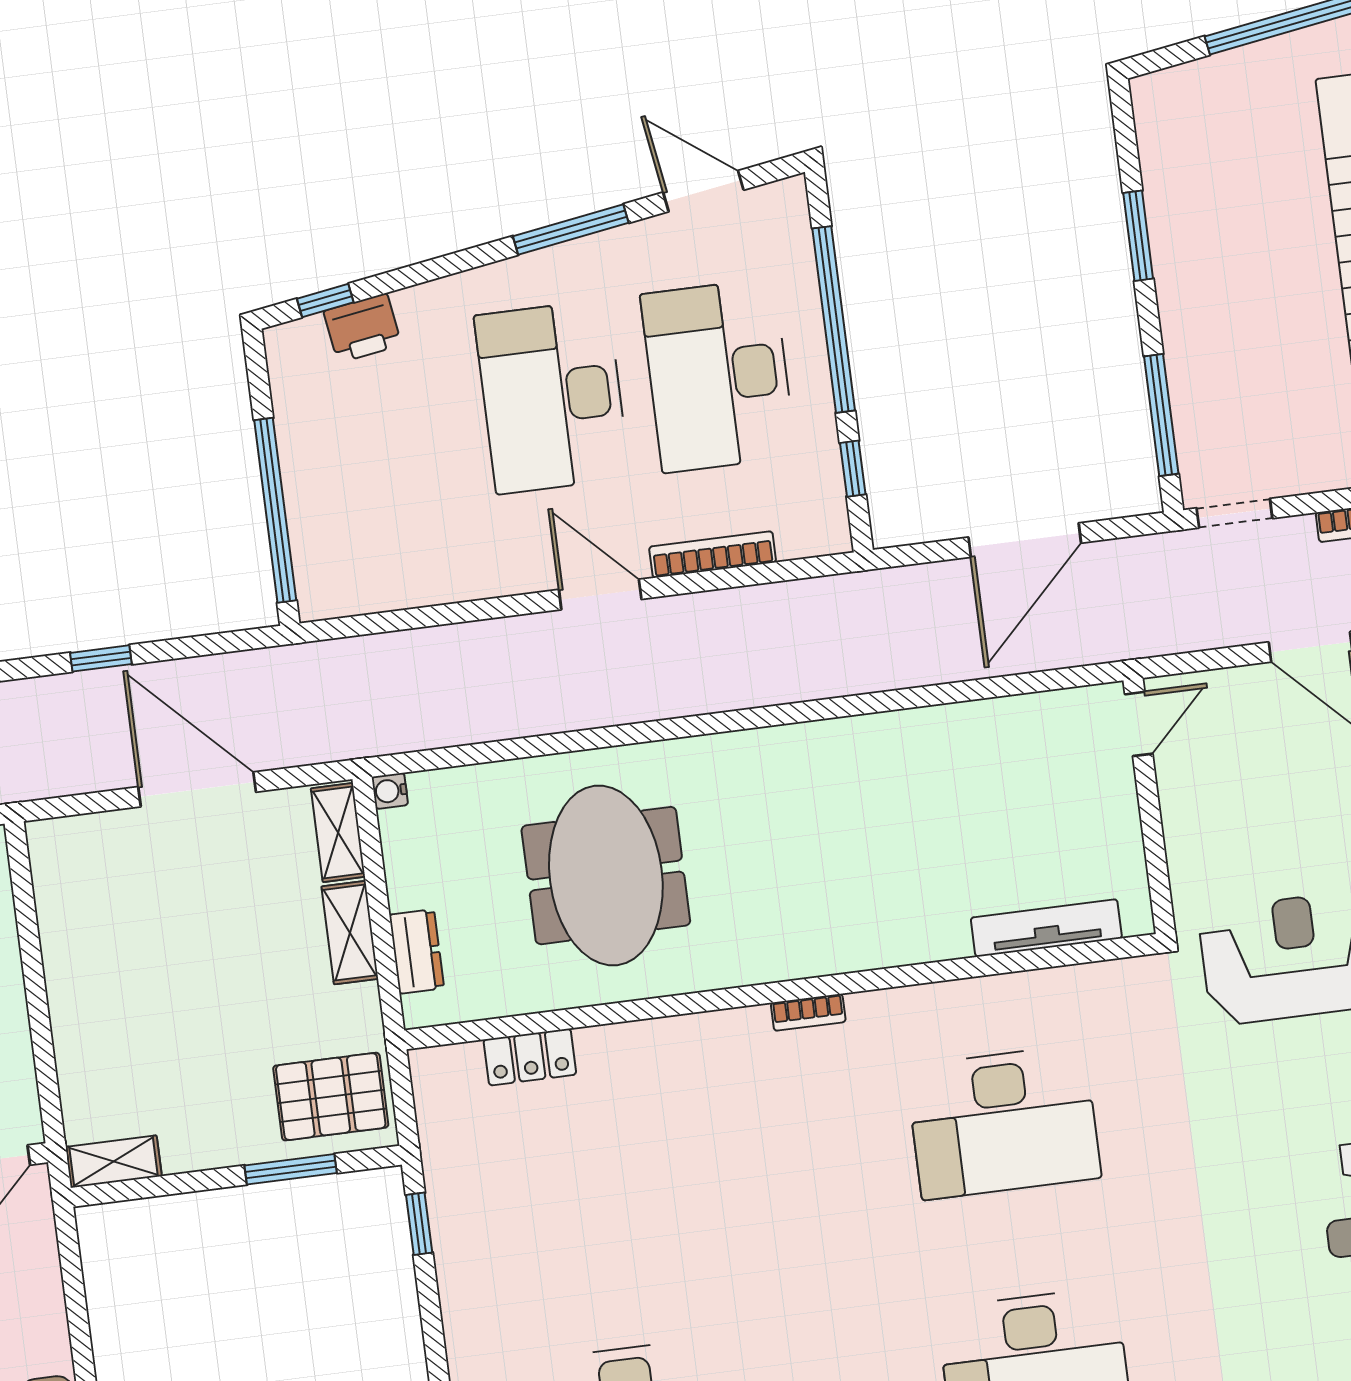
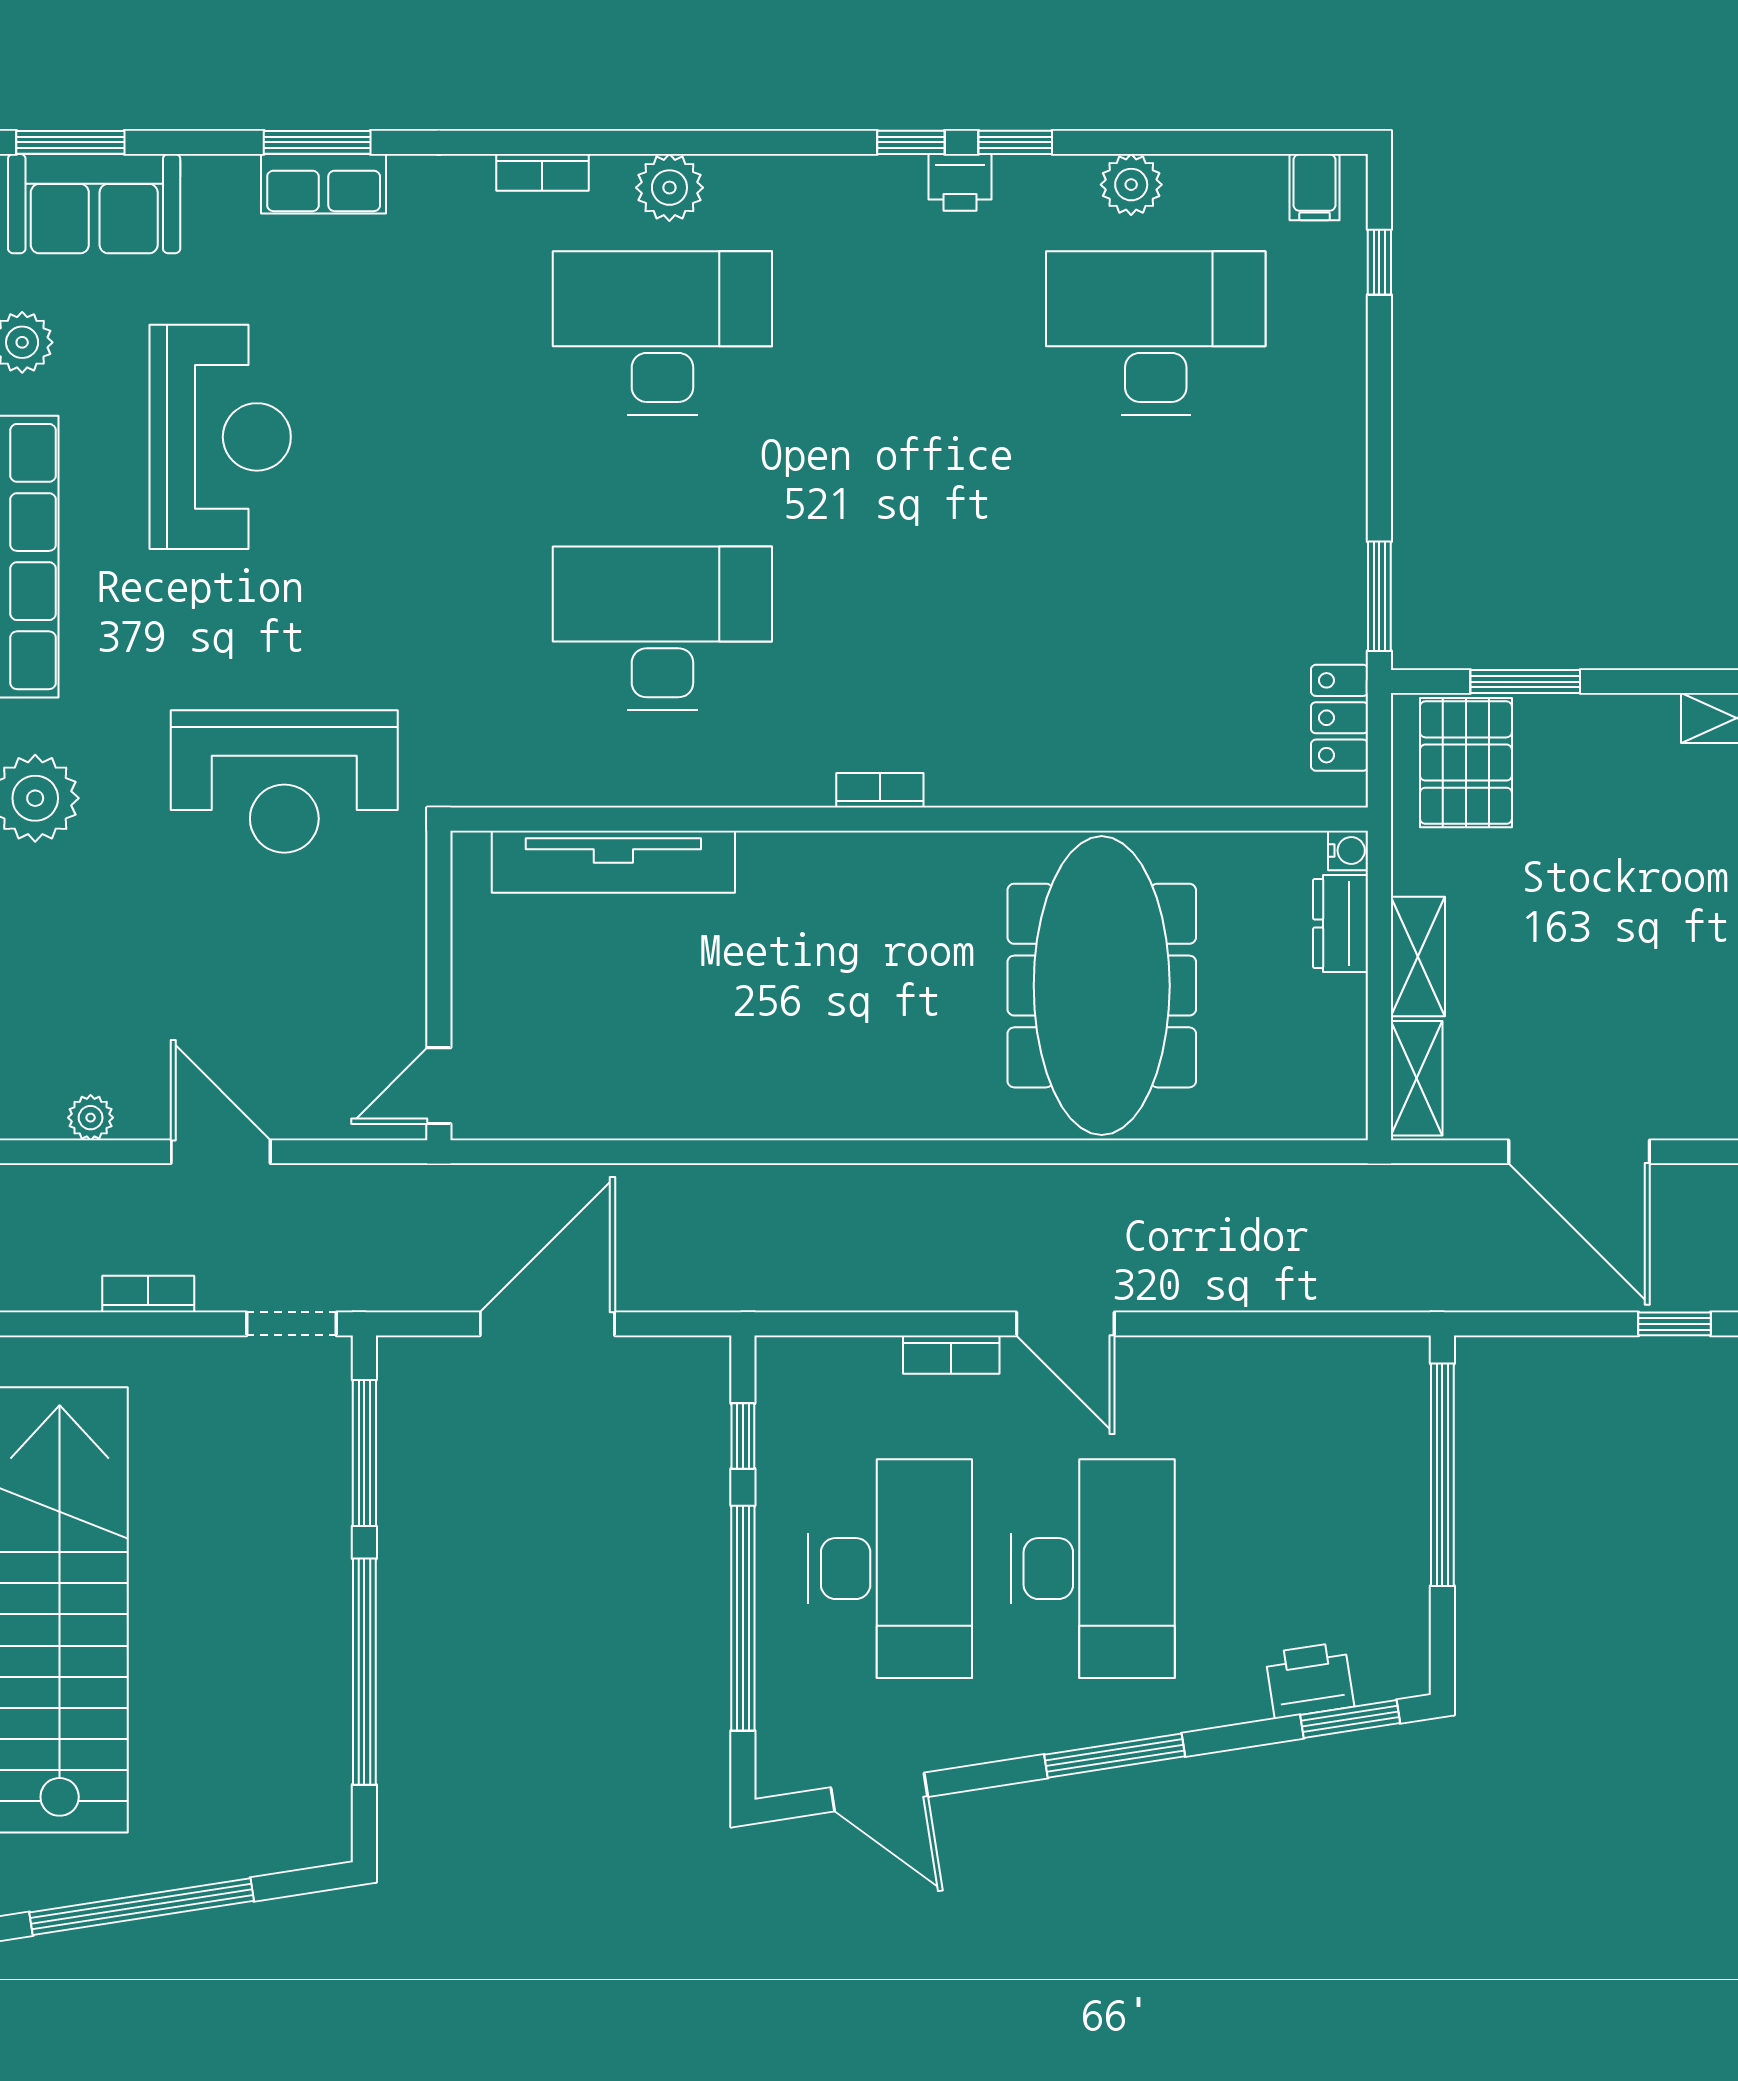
window: (571, 229) -> (1115, 1756), moved
window: (1138, 236) -> (364, 1672), width x2.11
window: (325, 300) -> (1350, 1719), width x1.50
bookcase: (713, 554) -> (951, 1355), width x0.64
water cooler: (390, 791) -> (1348, 850), moved
meeting table: (606, 876) -> (1102, 986), width x1.36
tv unit: (1046, 928) -> (613, 862), width x1.36, depth x1.29
locker: (530, 1057) -> (1340, 718), moved, turned -90
pallet: (331, 1097) -> (1466, 763), turned 90
window: (419, 1224) -> (1379, 596), width x1.50

